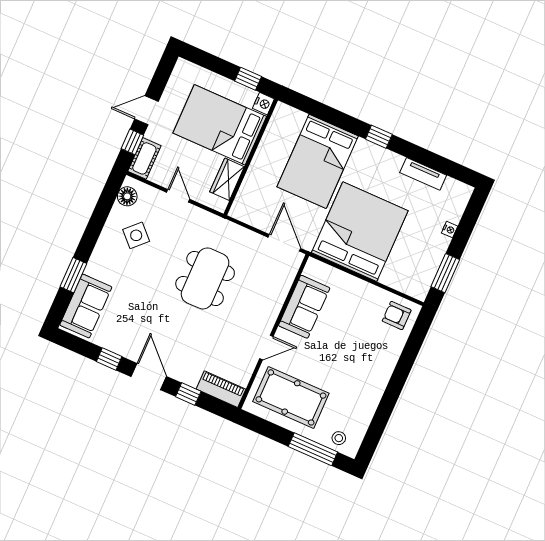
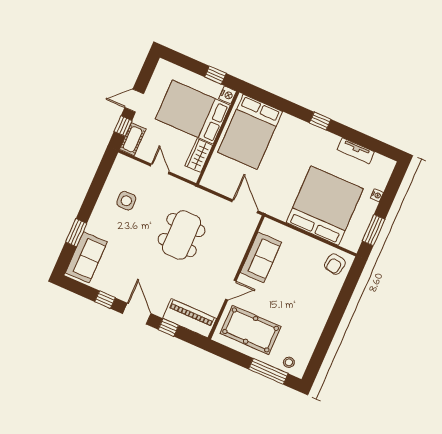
bed: (318, 161) -> (250, 132), moved
floor lamp: (127, 196) -> (119, 170), removed
bed: (360, 232) -> (325, 206), moved
side table: (136, 235) -> (126, 201), turned 45
armchair: (397, 315) -> (335, 264), turned -81
piano: (221, 389) -> (190, 318), width x1.37, depth x1.33

